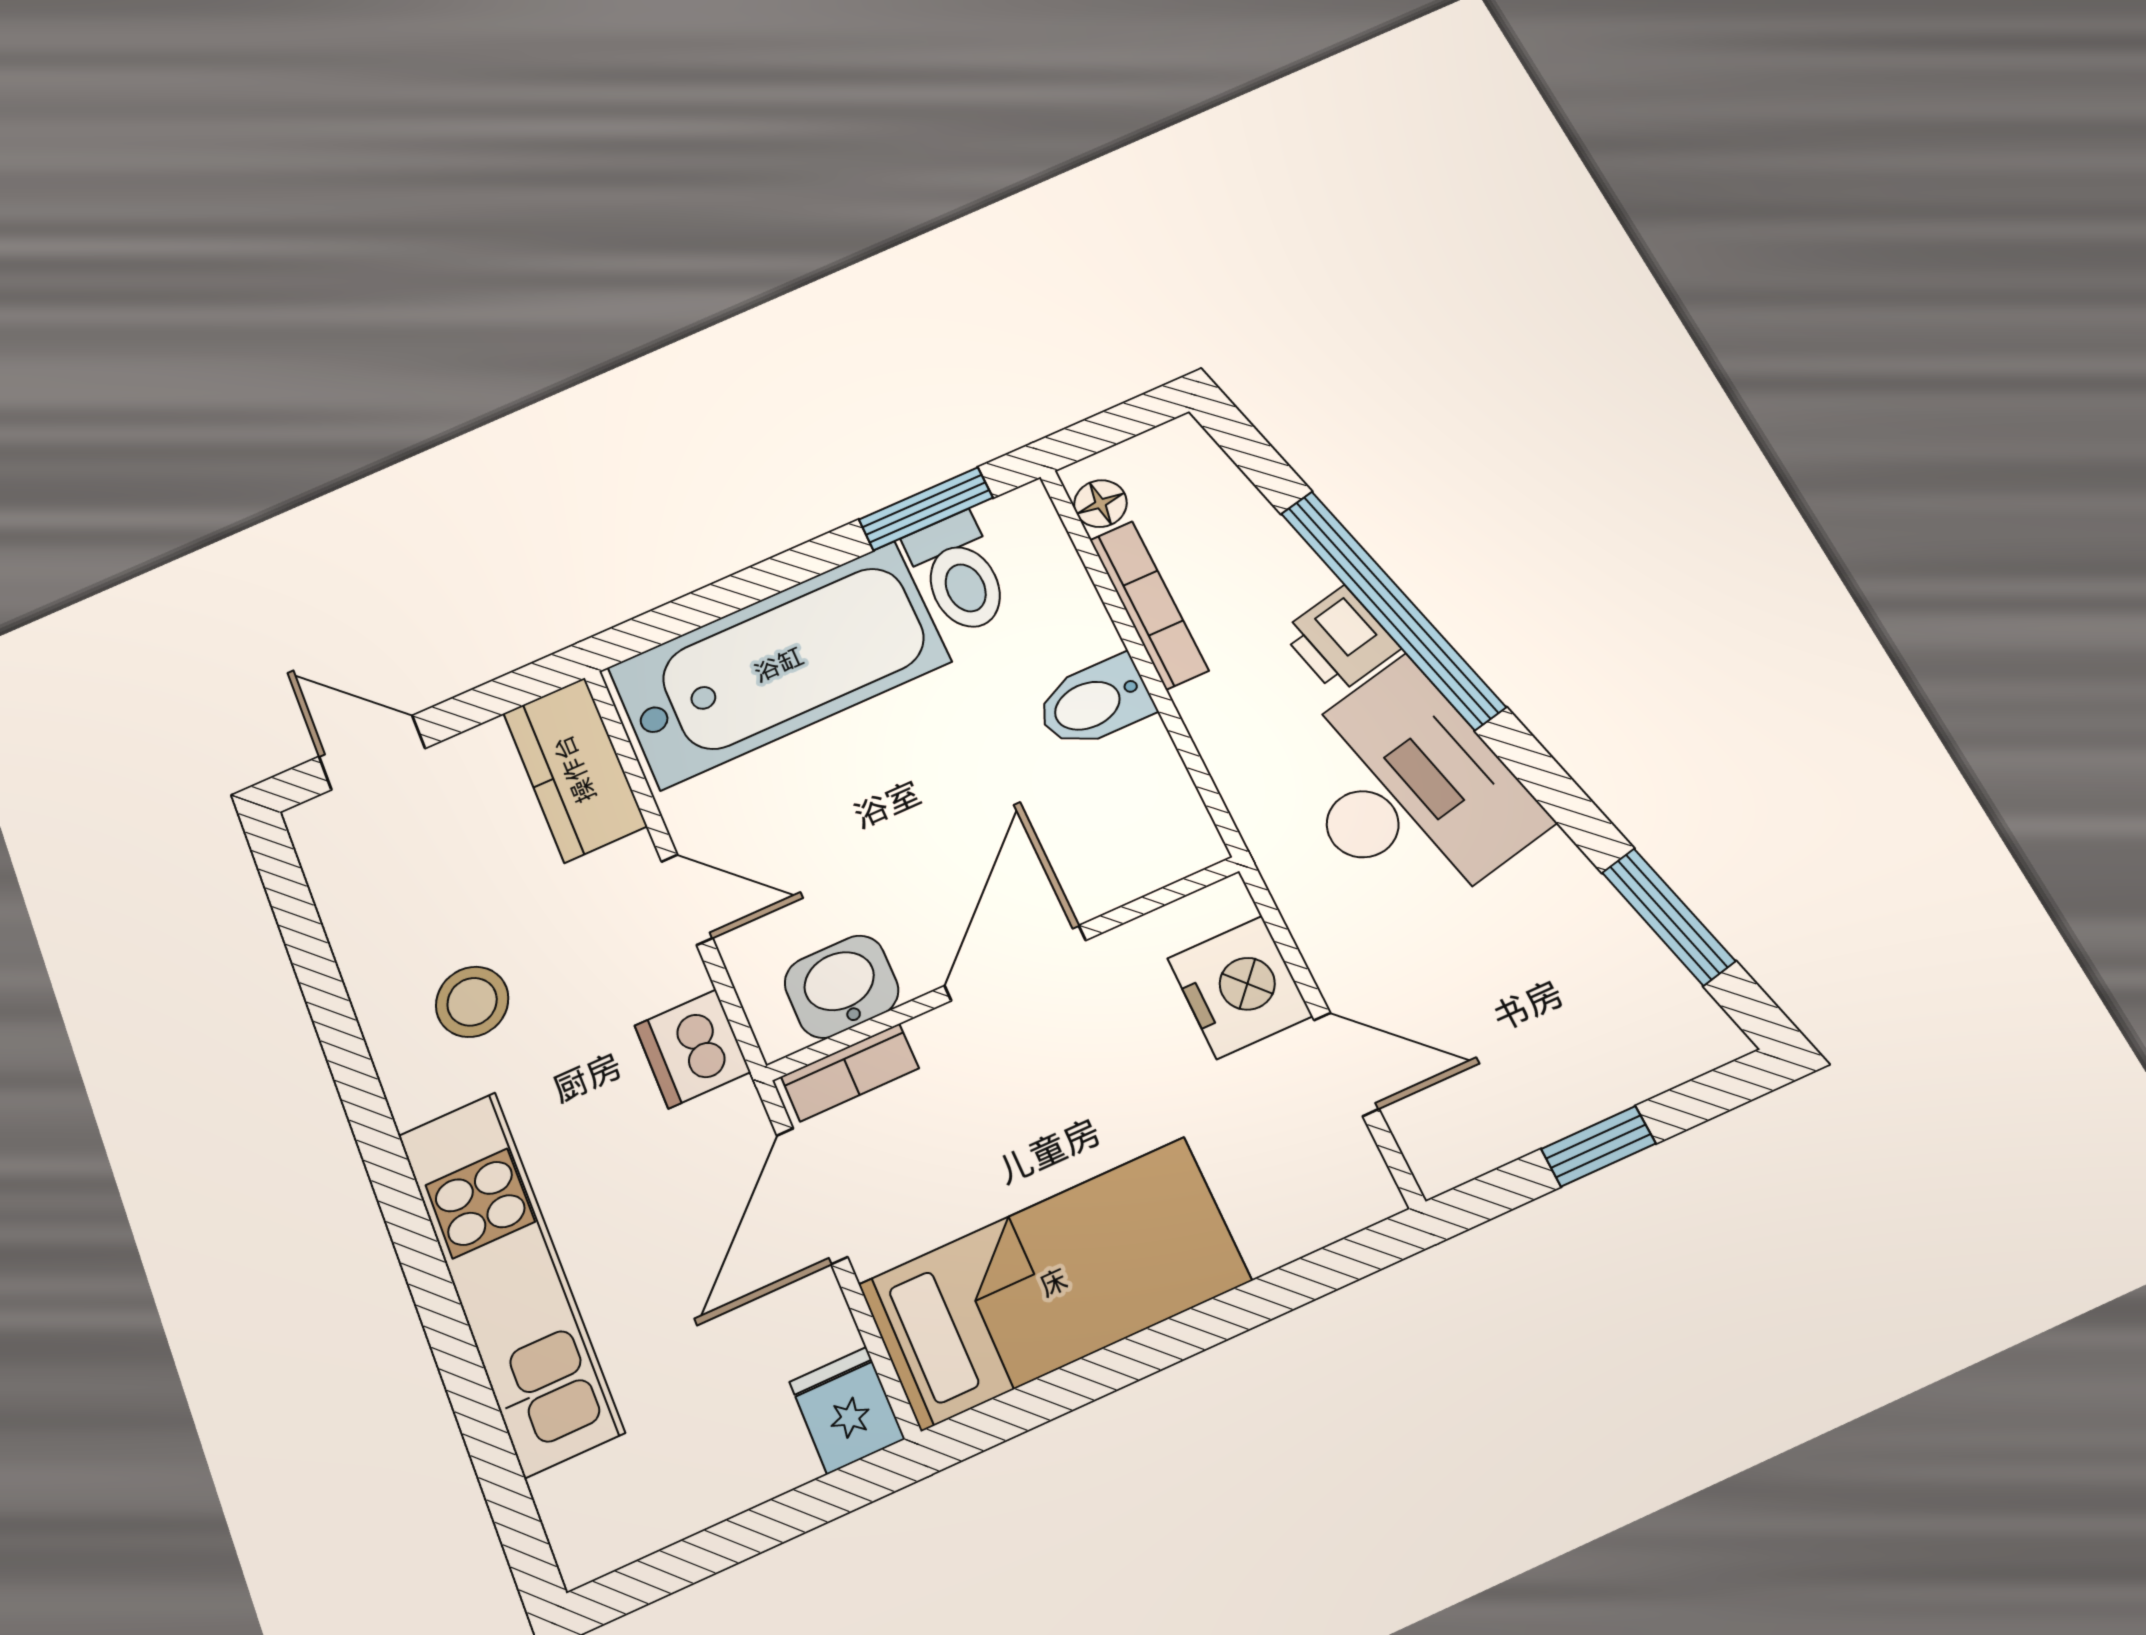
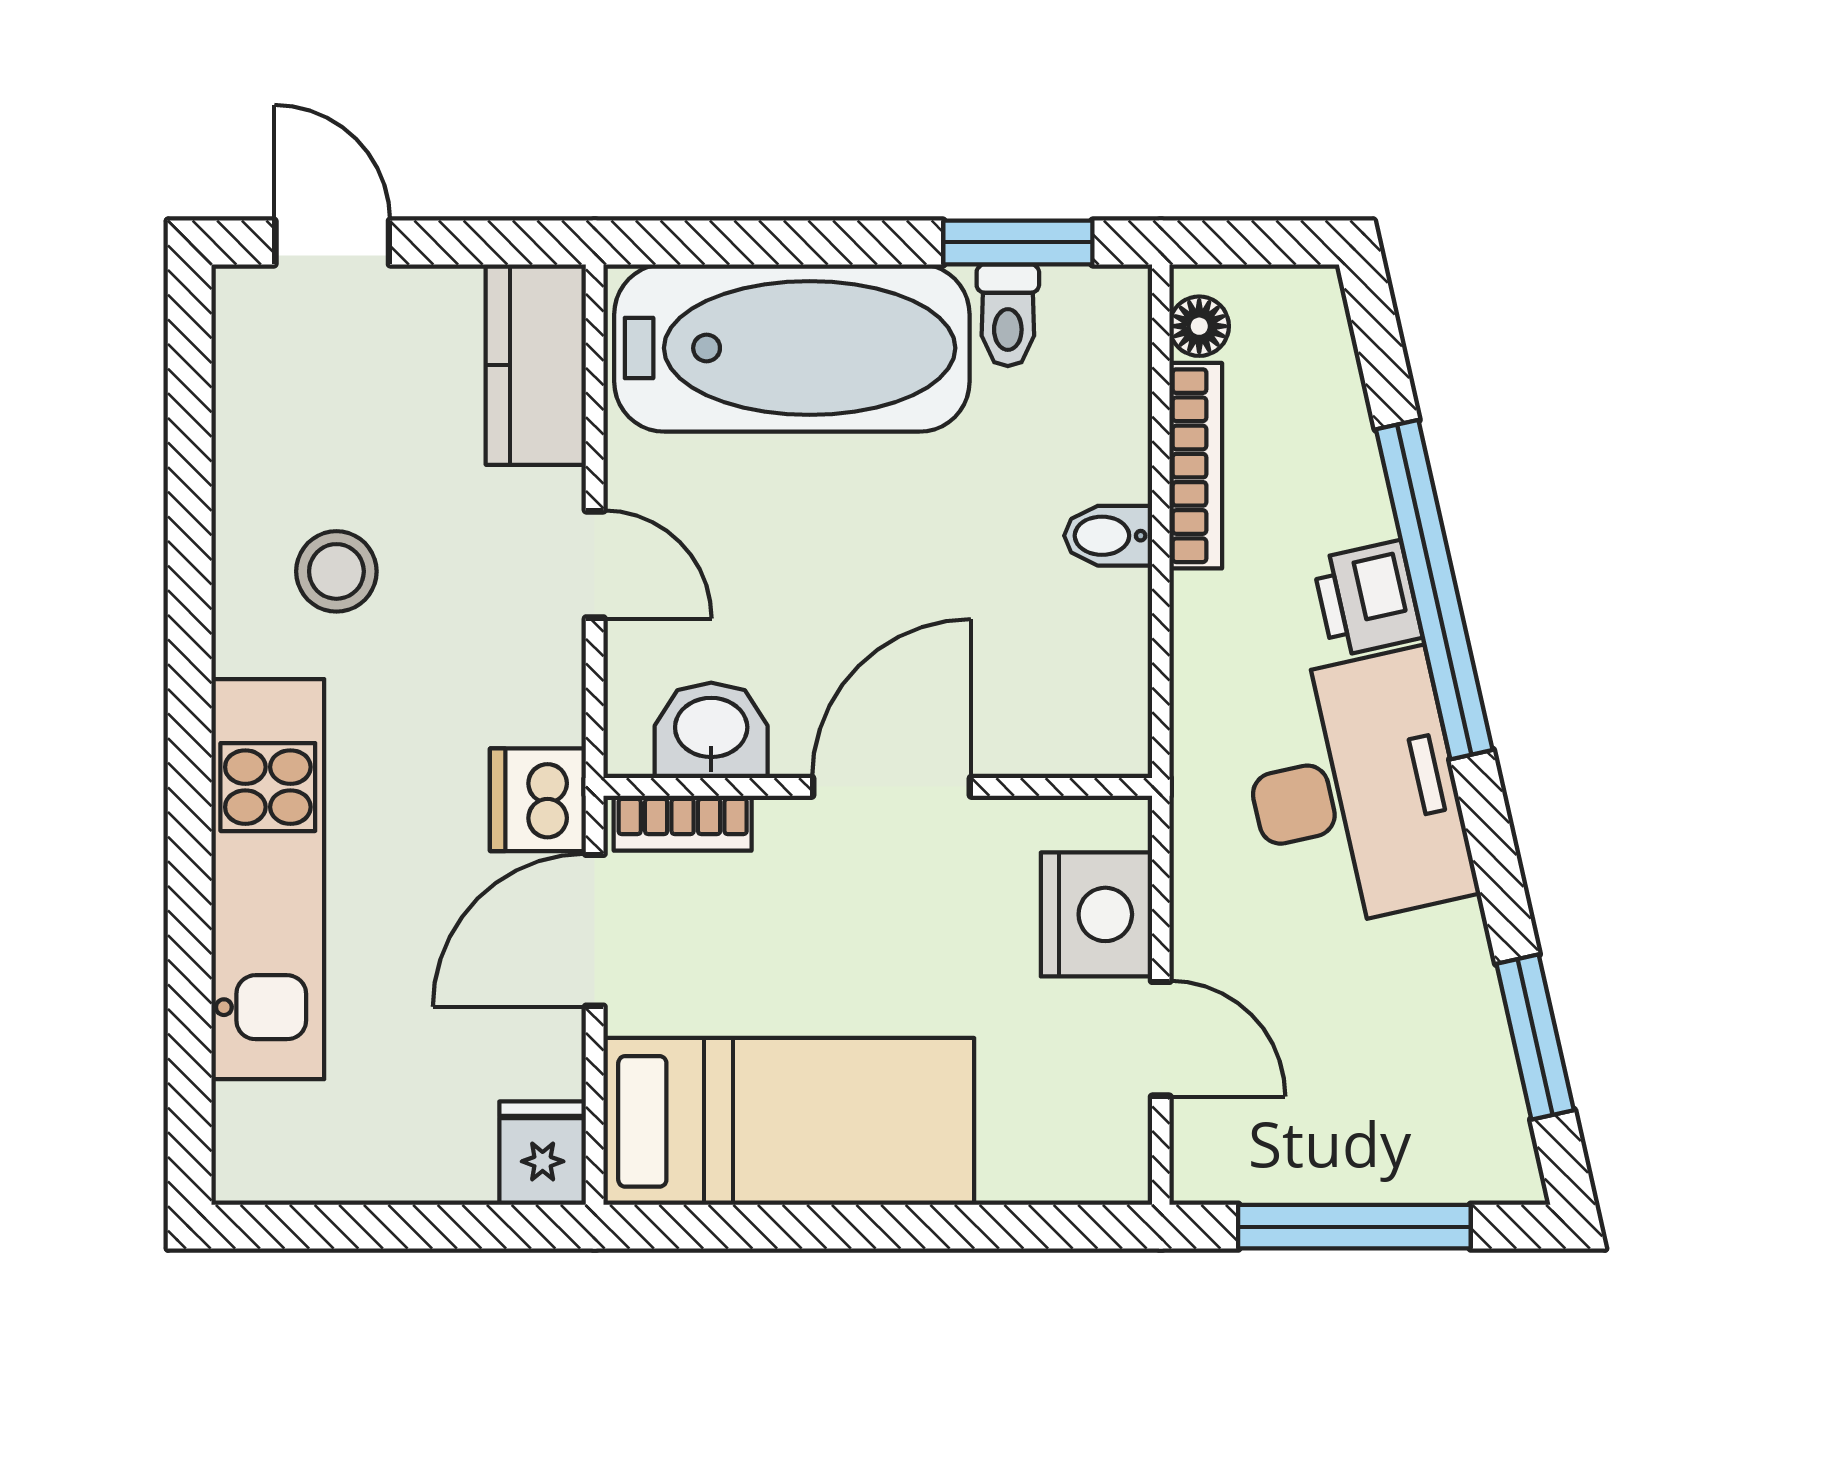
toilet: (959, 574) -> (1008, 315), width x0.73, depth x0.72
bidet: (1094, 703) -> (1108, 536), width x0.72, depth x0.74
dishwasher: (692, 1049) -> (538, 800), moved
window: (1598, 1146) -> (1354, 1227), width x2.17

